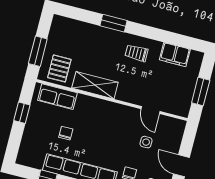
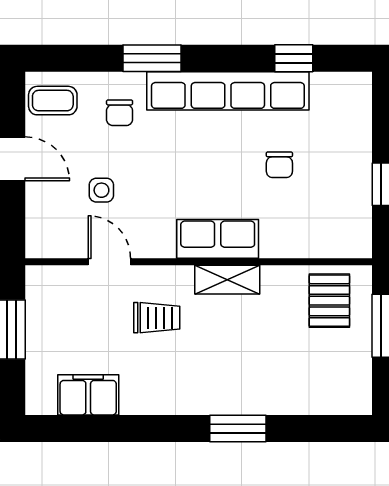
trolley: (137, 53) -> (157, 318), moved
shelving: (95, 85) -> (227, 280), width x0.67, depth x0.75
row of seats: (57, 97) -> (218, 239), moved

